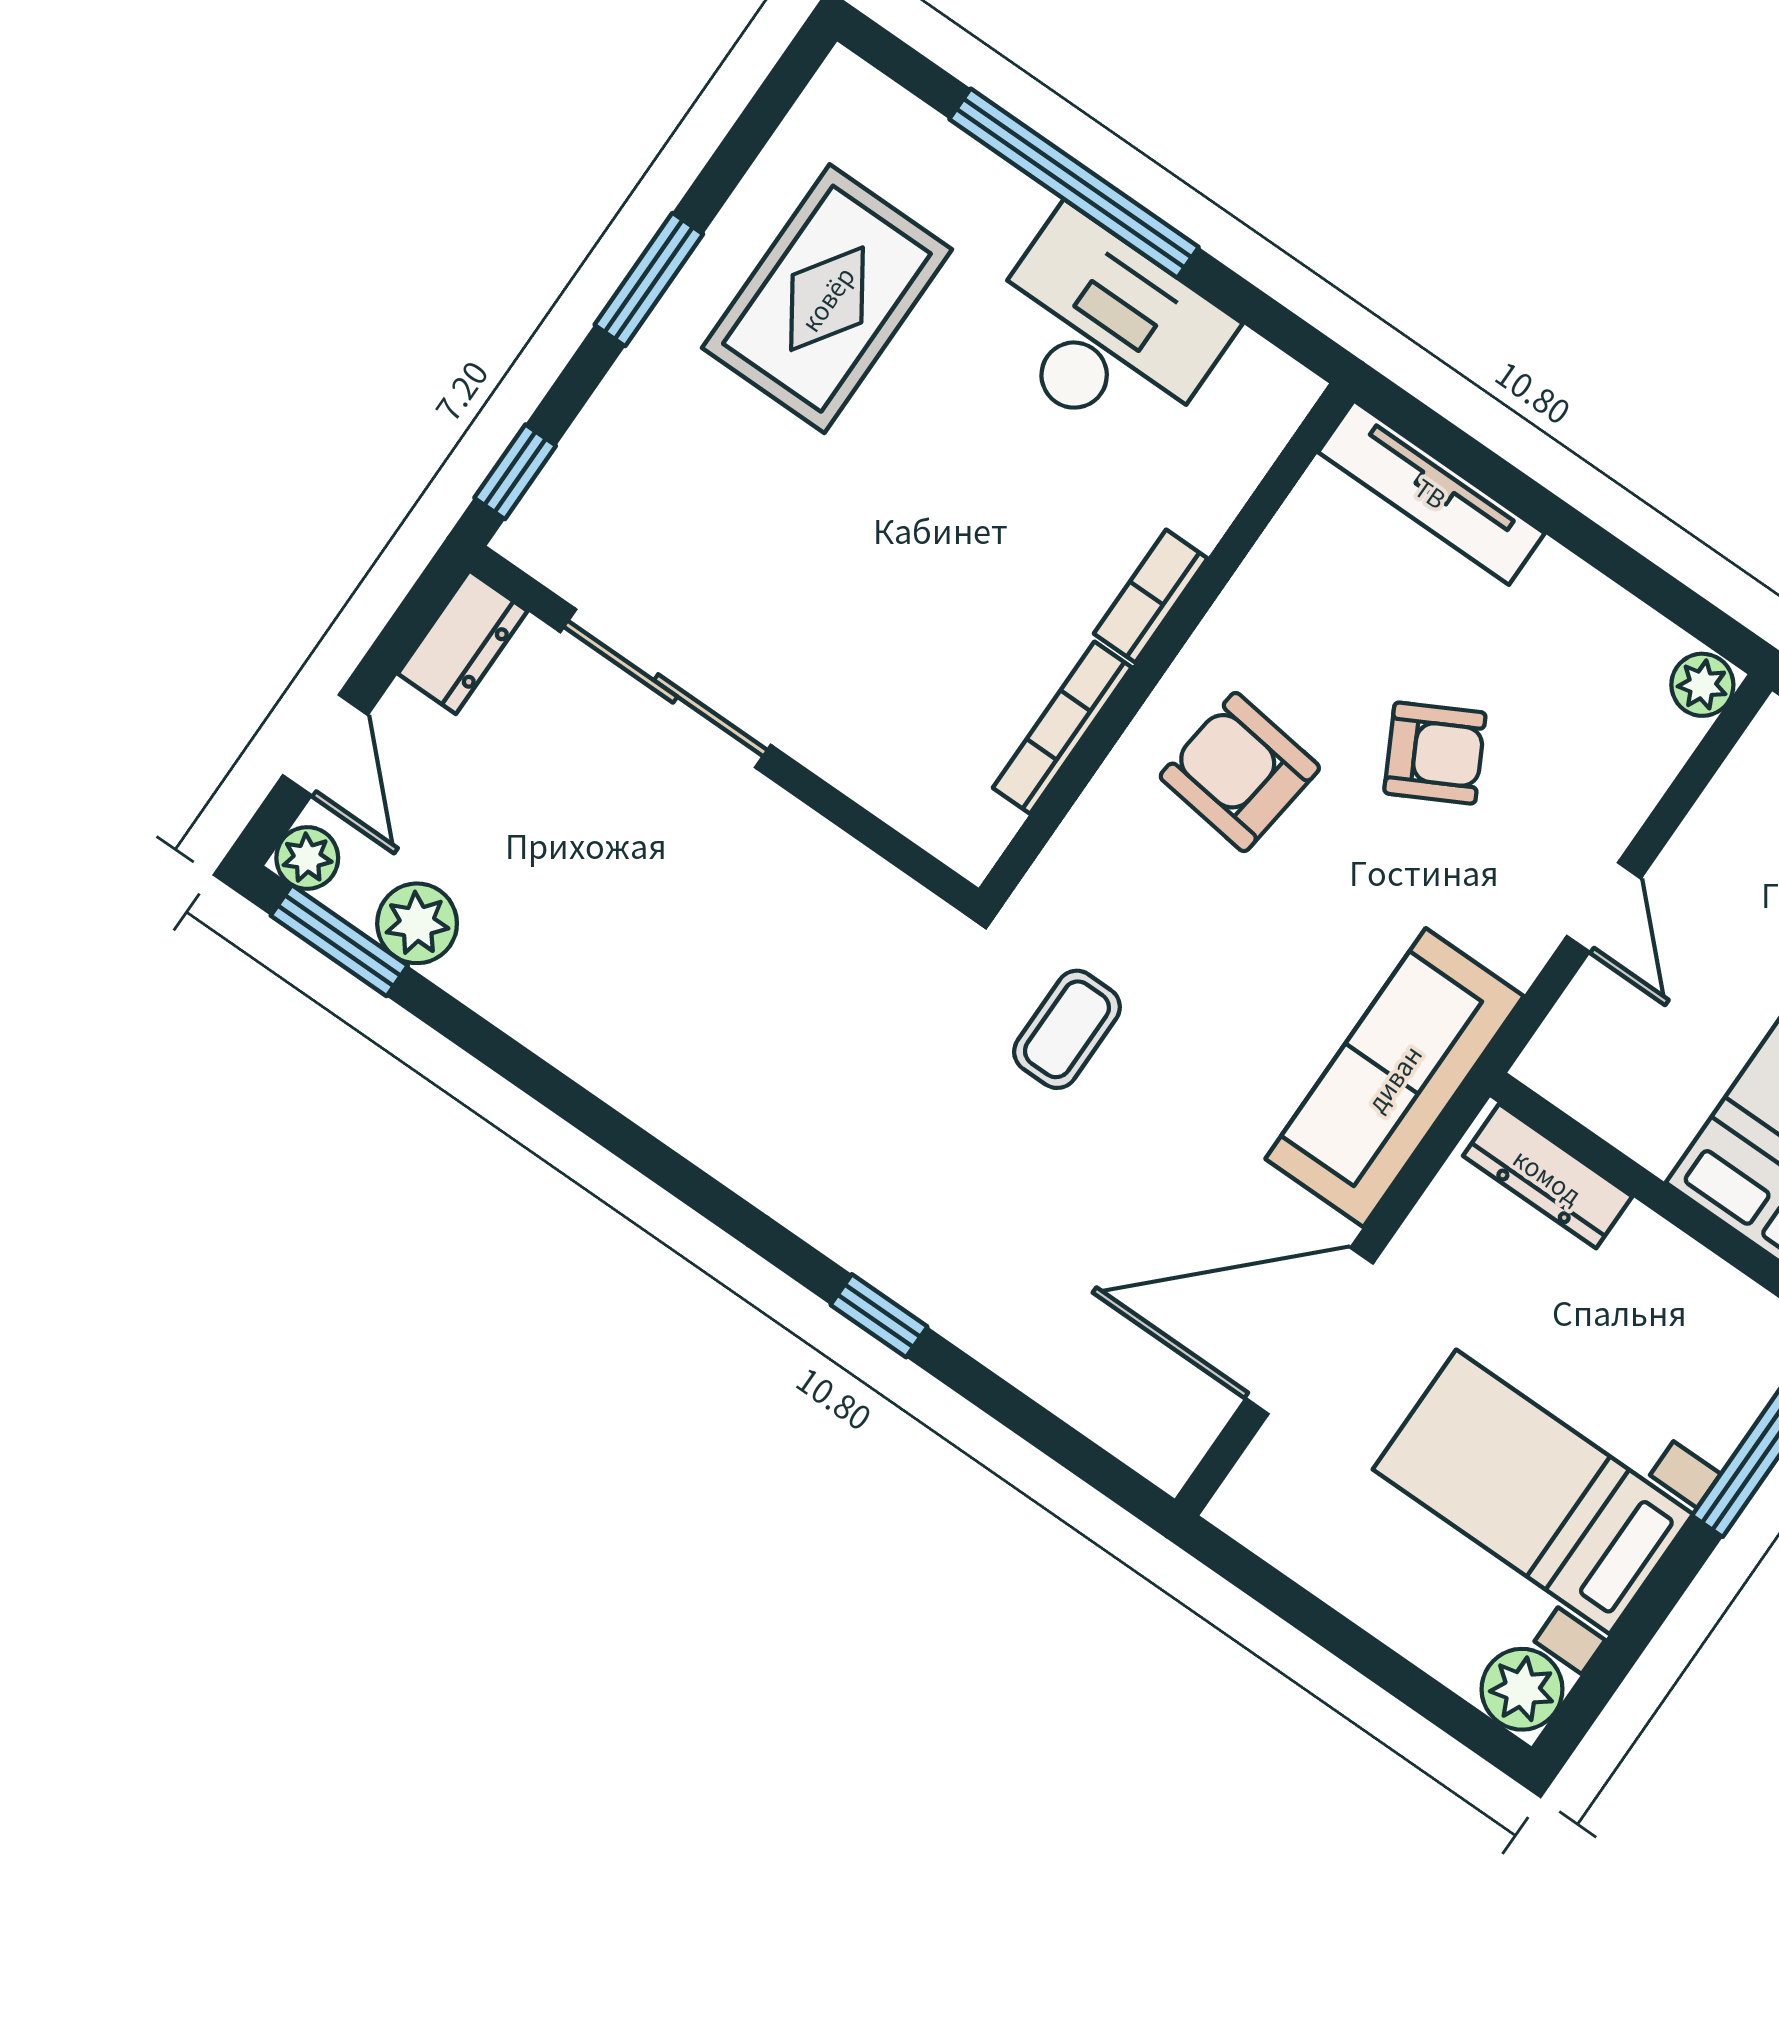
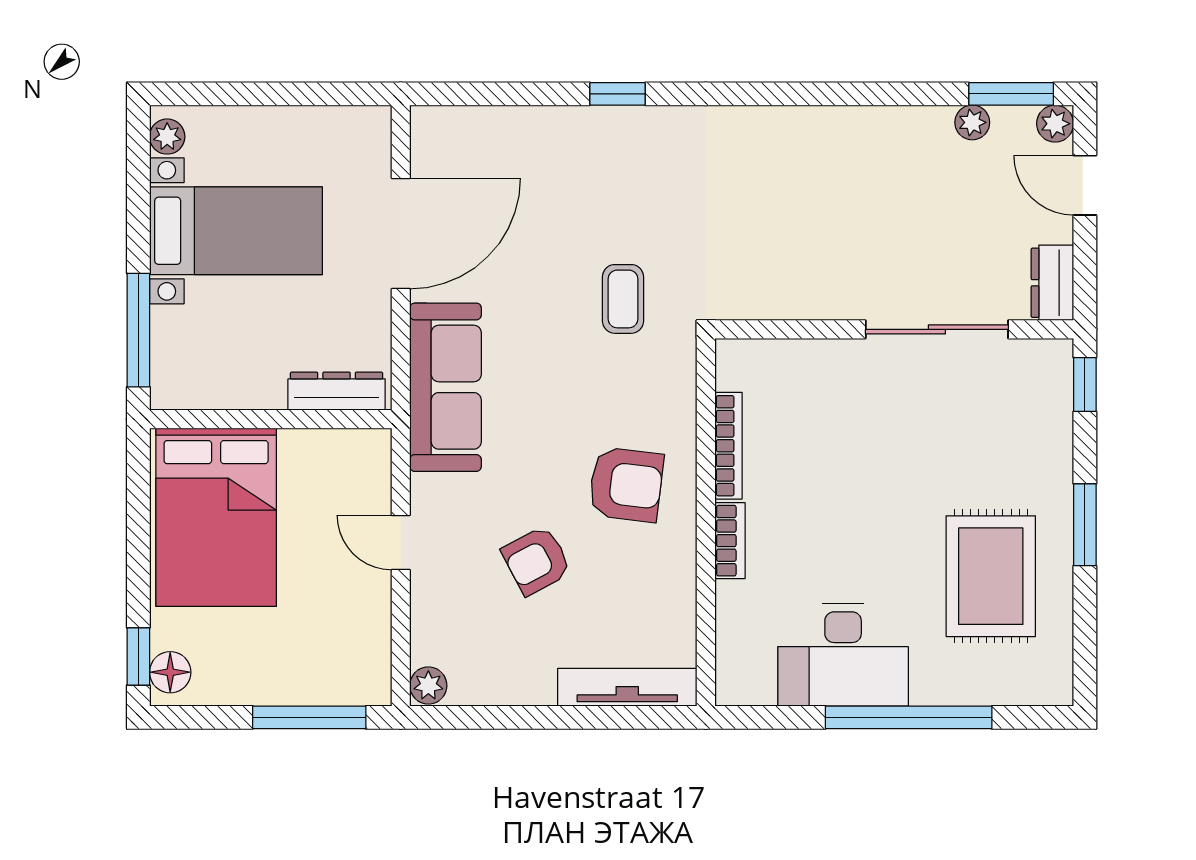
plant: (417, 923) -> (972, 122), width x0.73, depth x0.73
plant: (1522, 1689) -> (167, 137), width x0.73, depth x0.73

